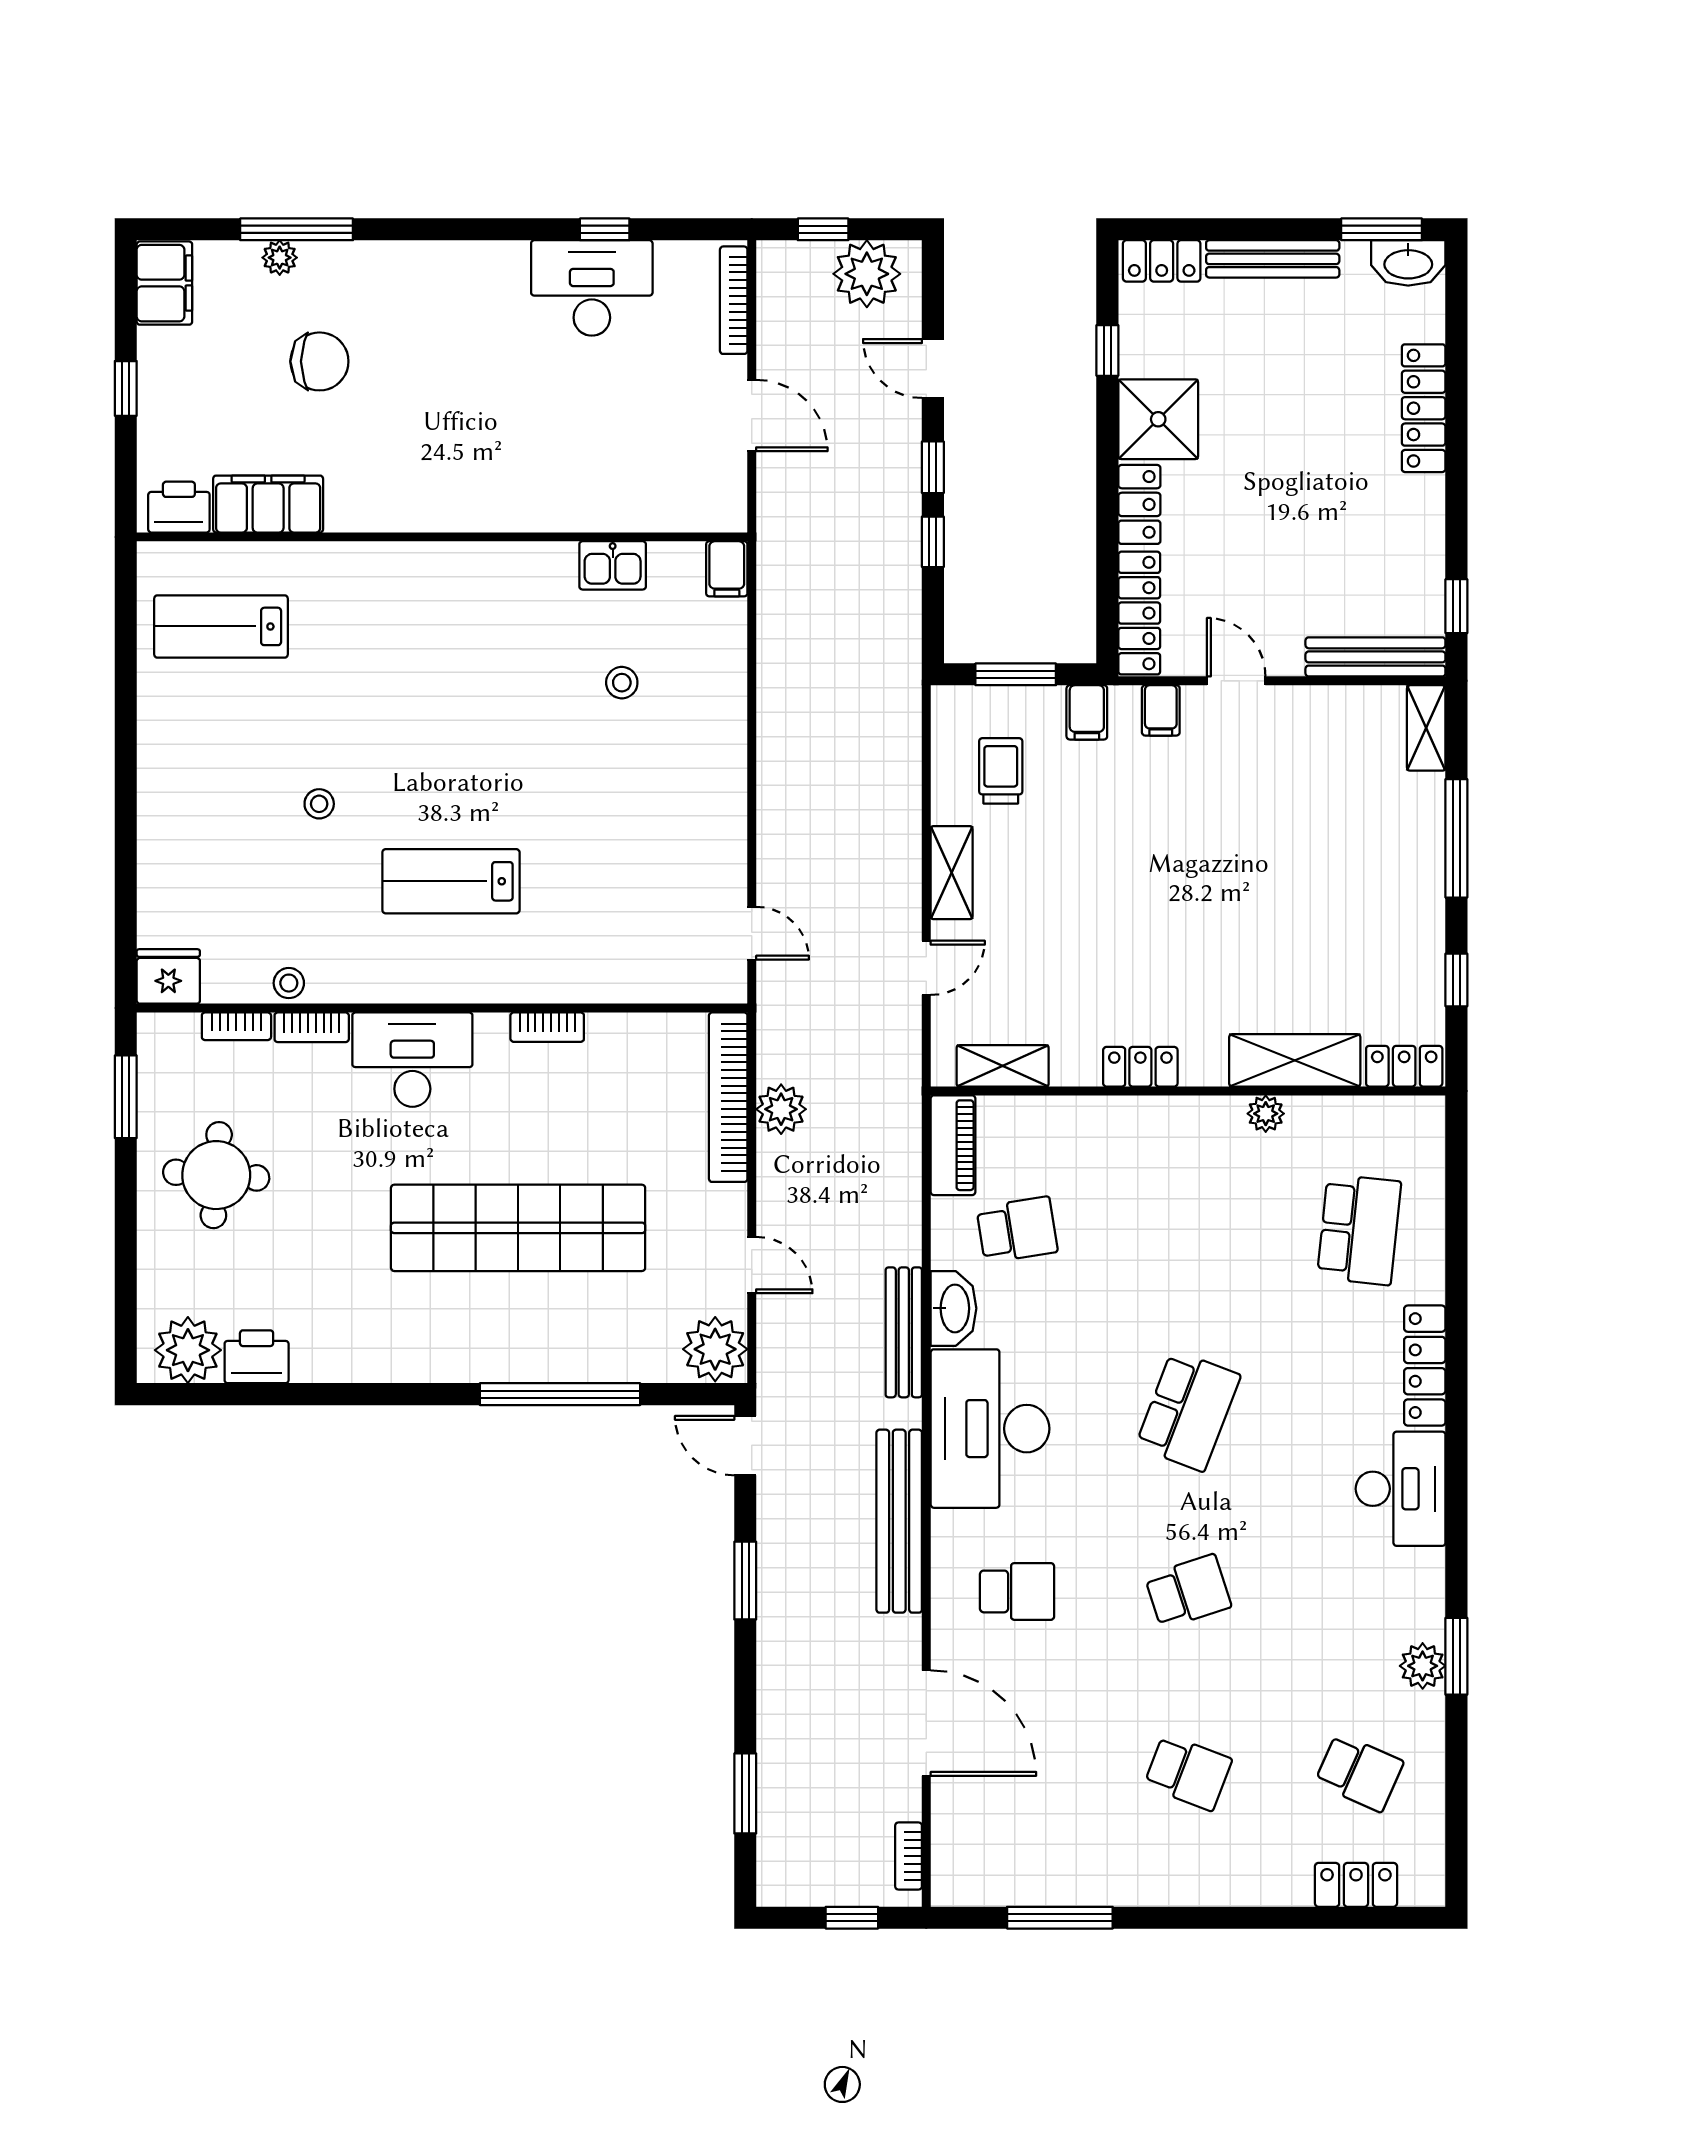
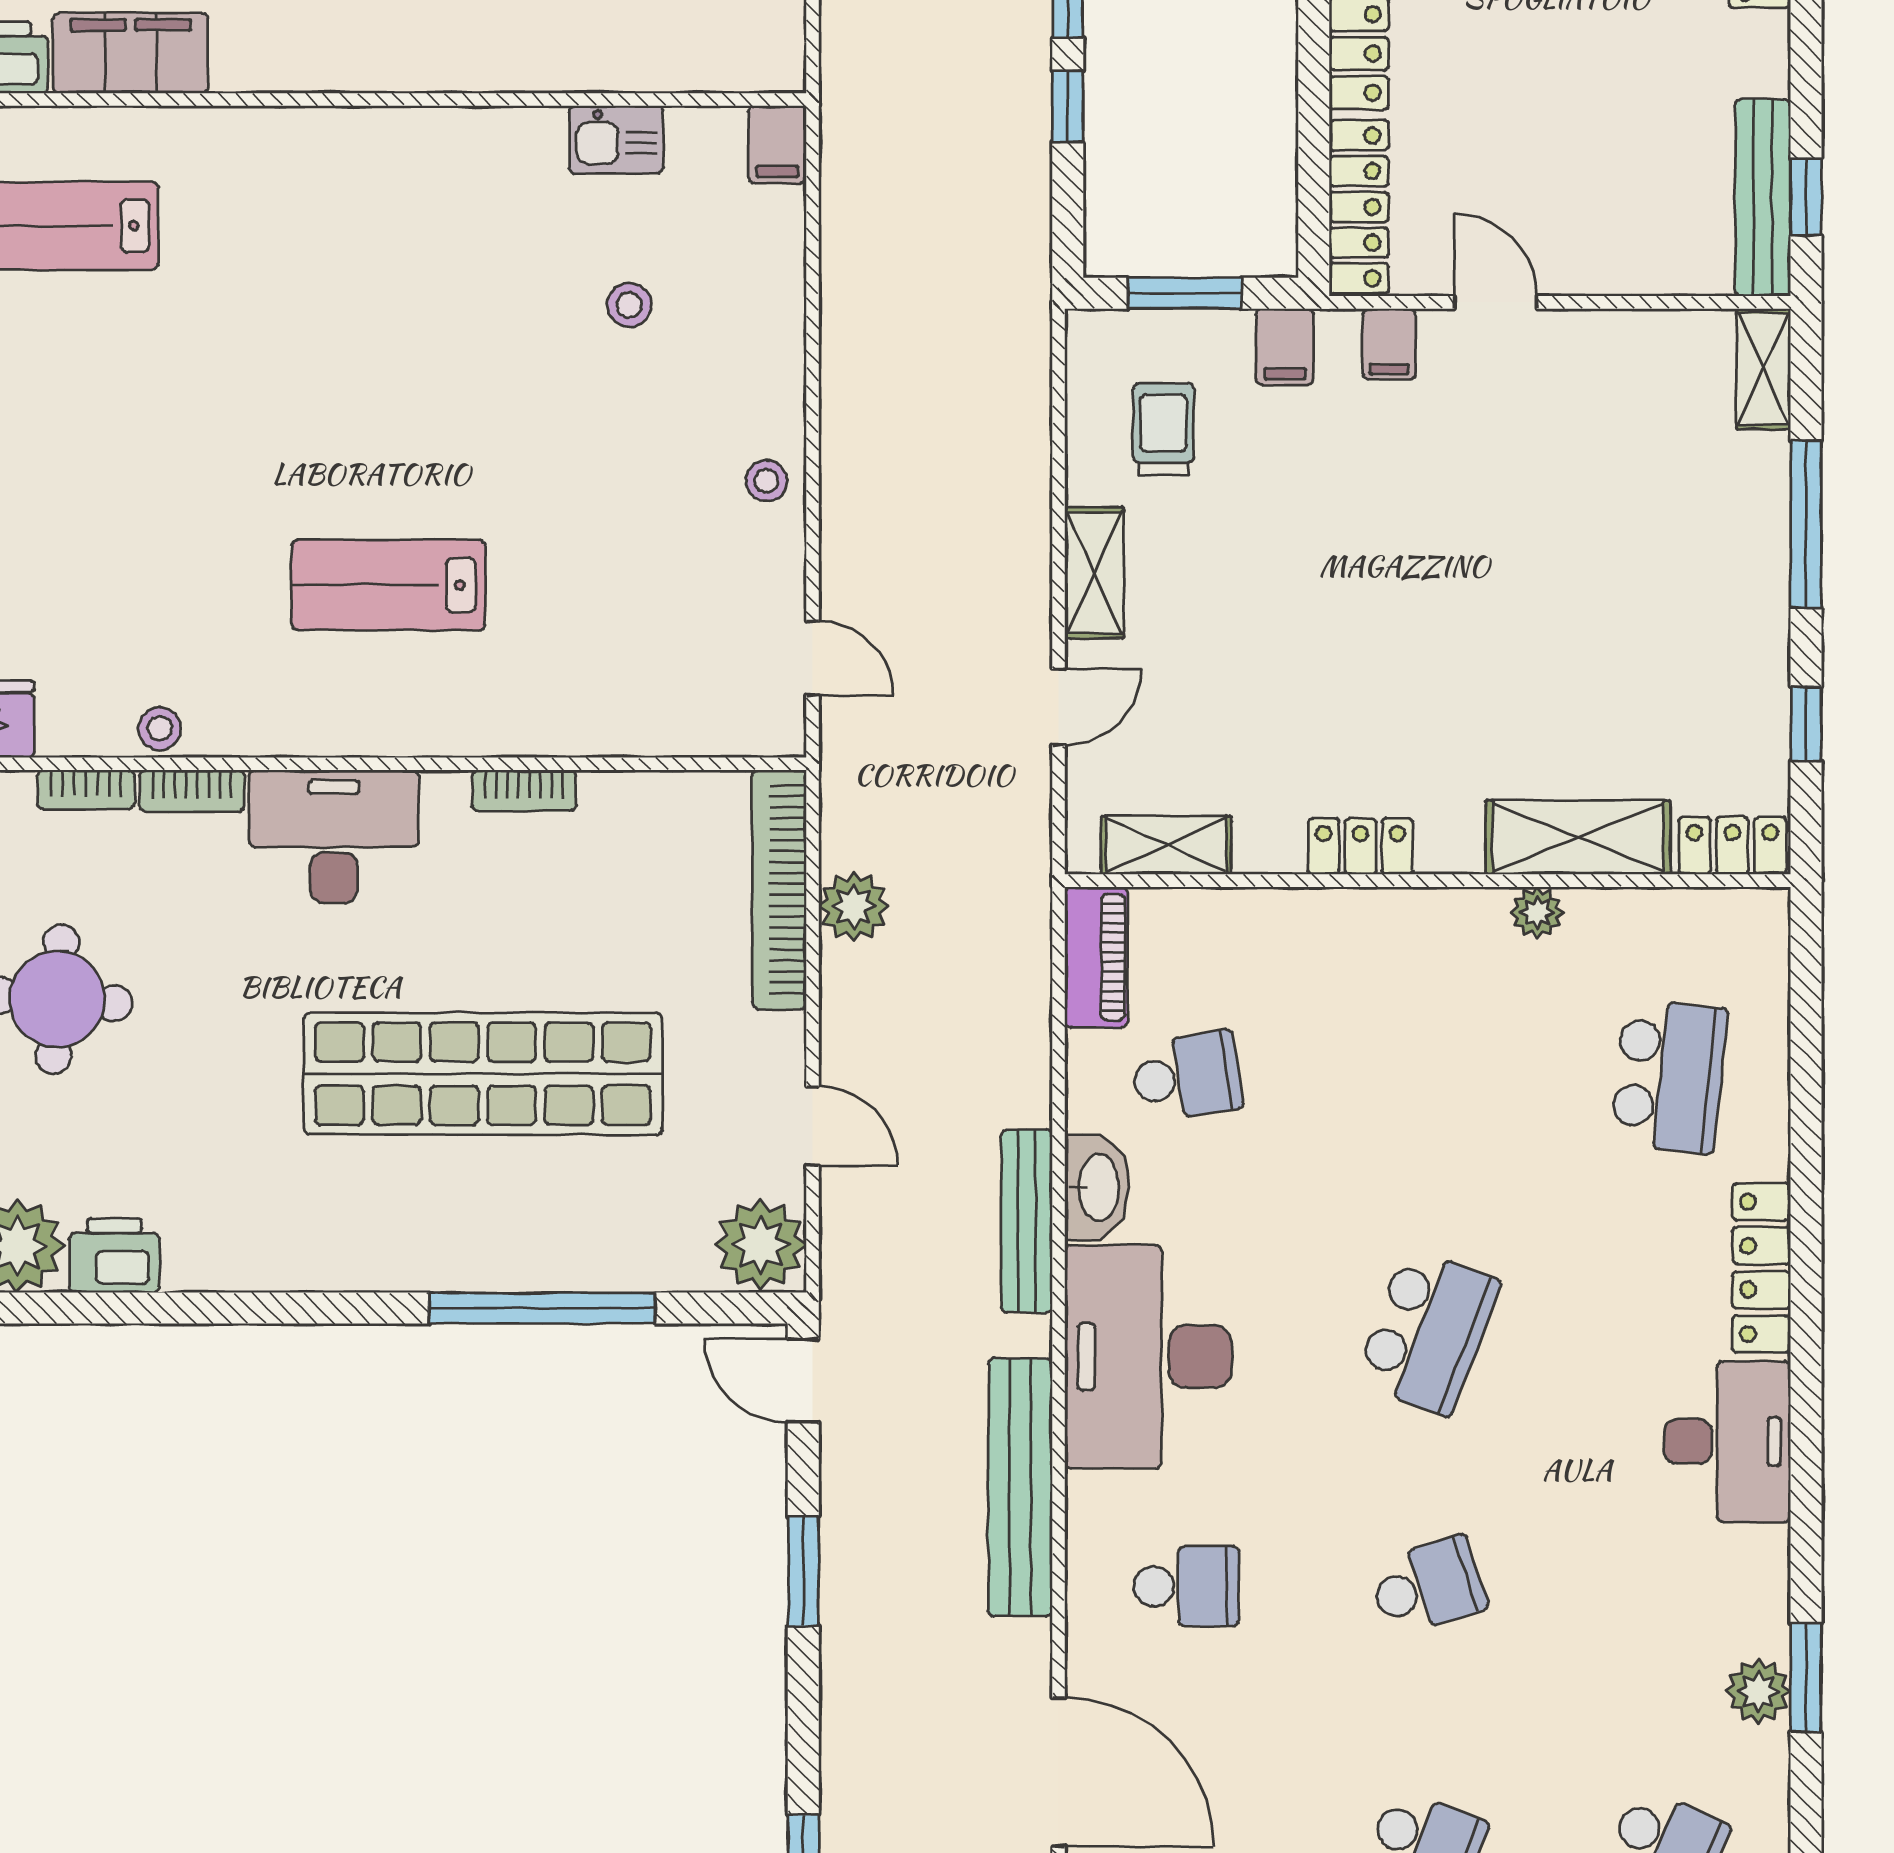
bench: (1375, 657) -> (1763, 198), moved, turned 90
stool: (319, 804) -> (767, 481), moved

